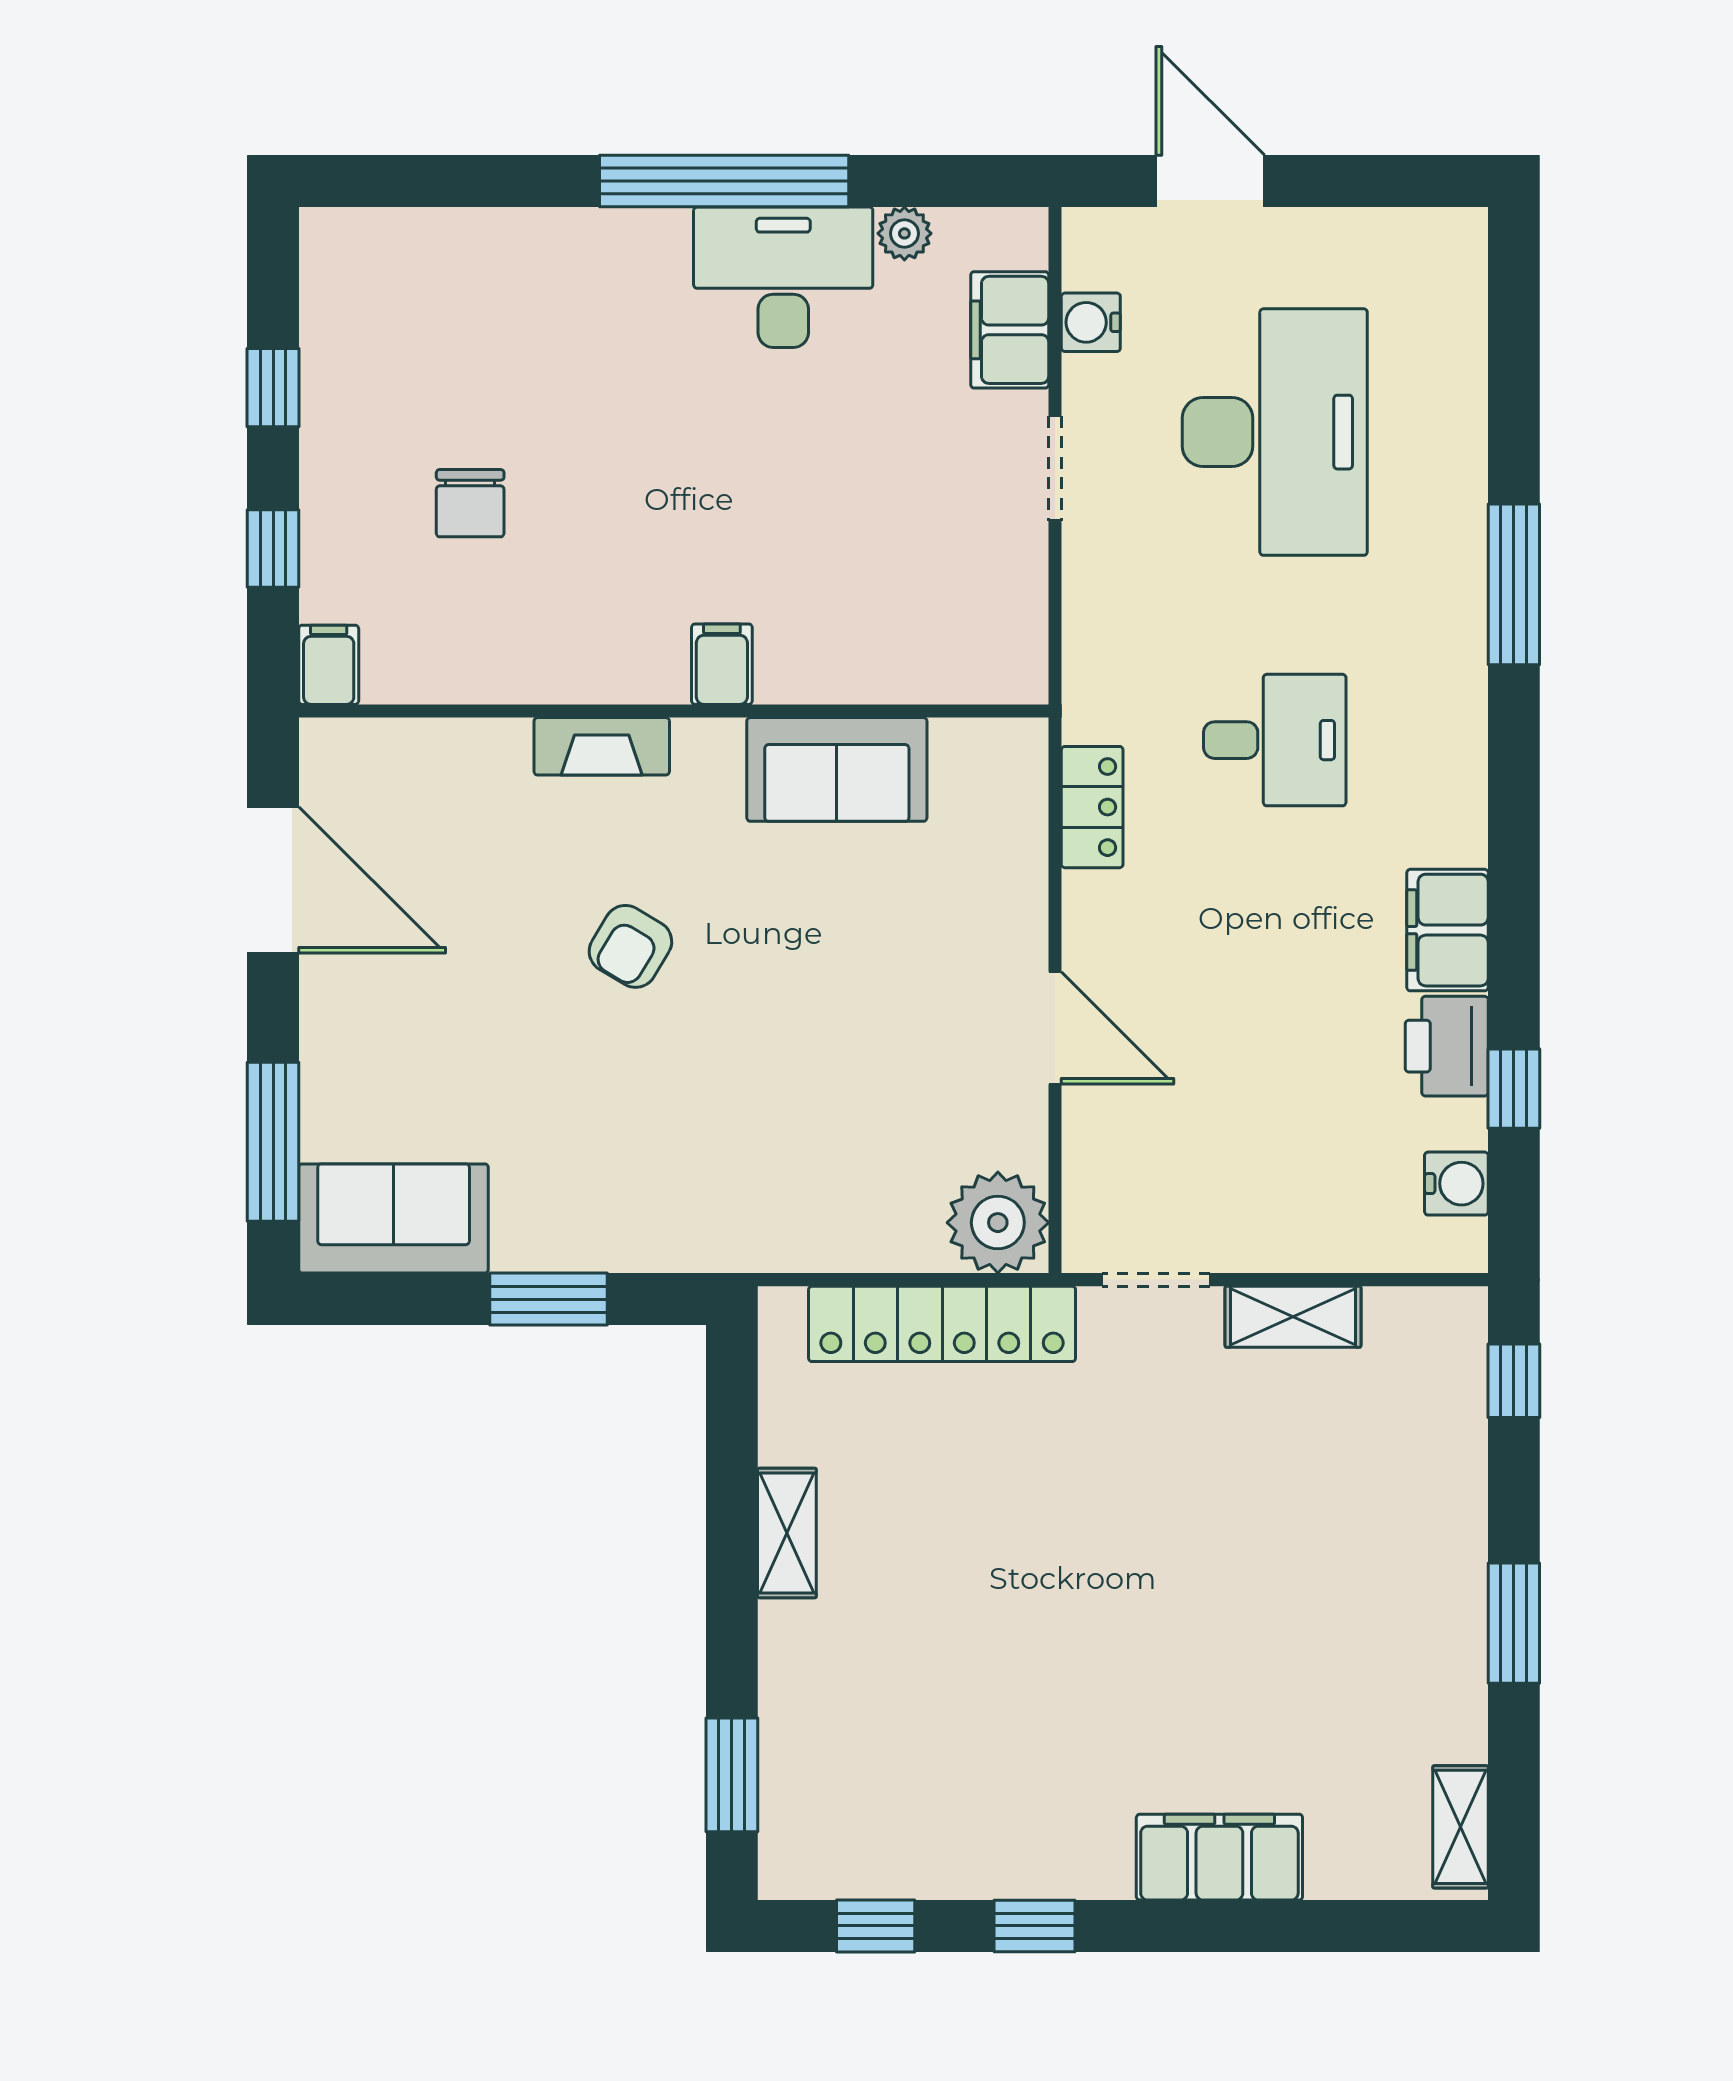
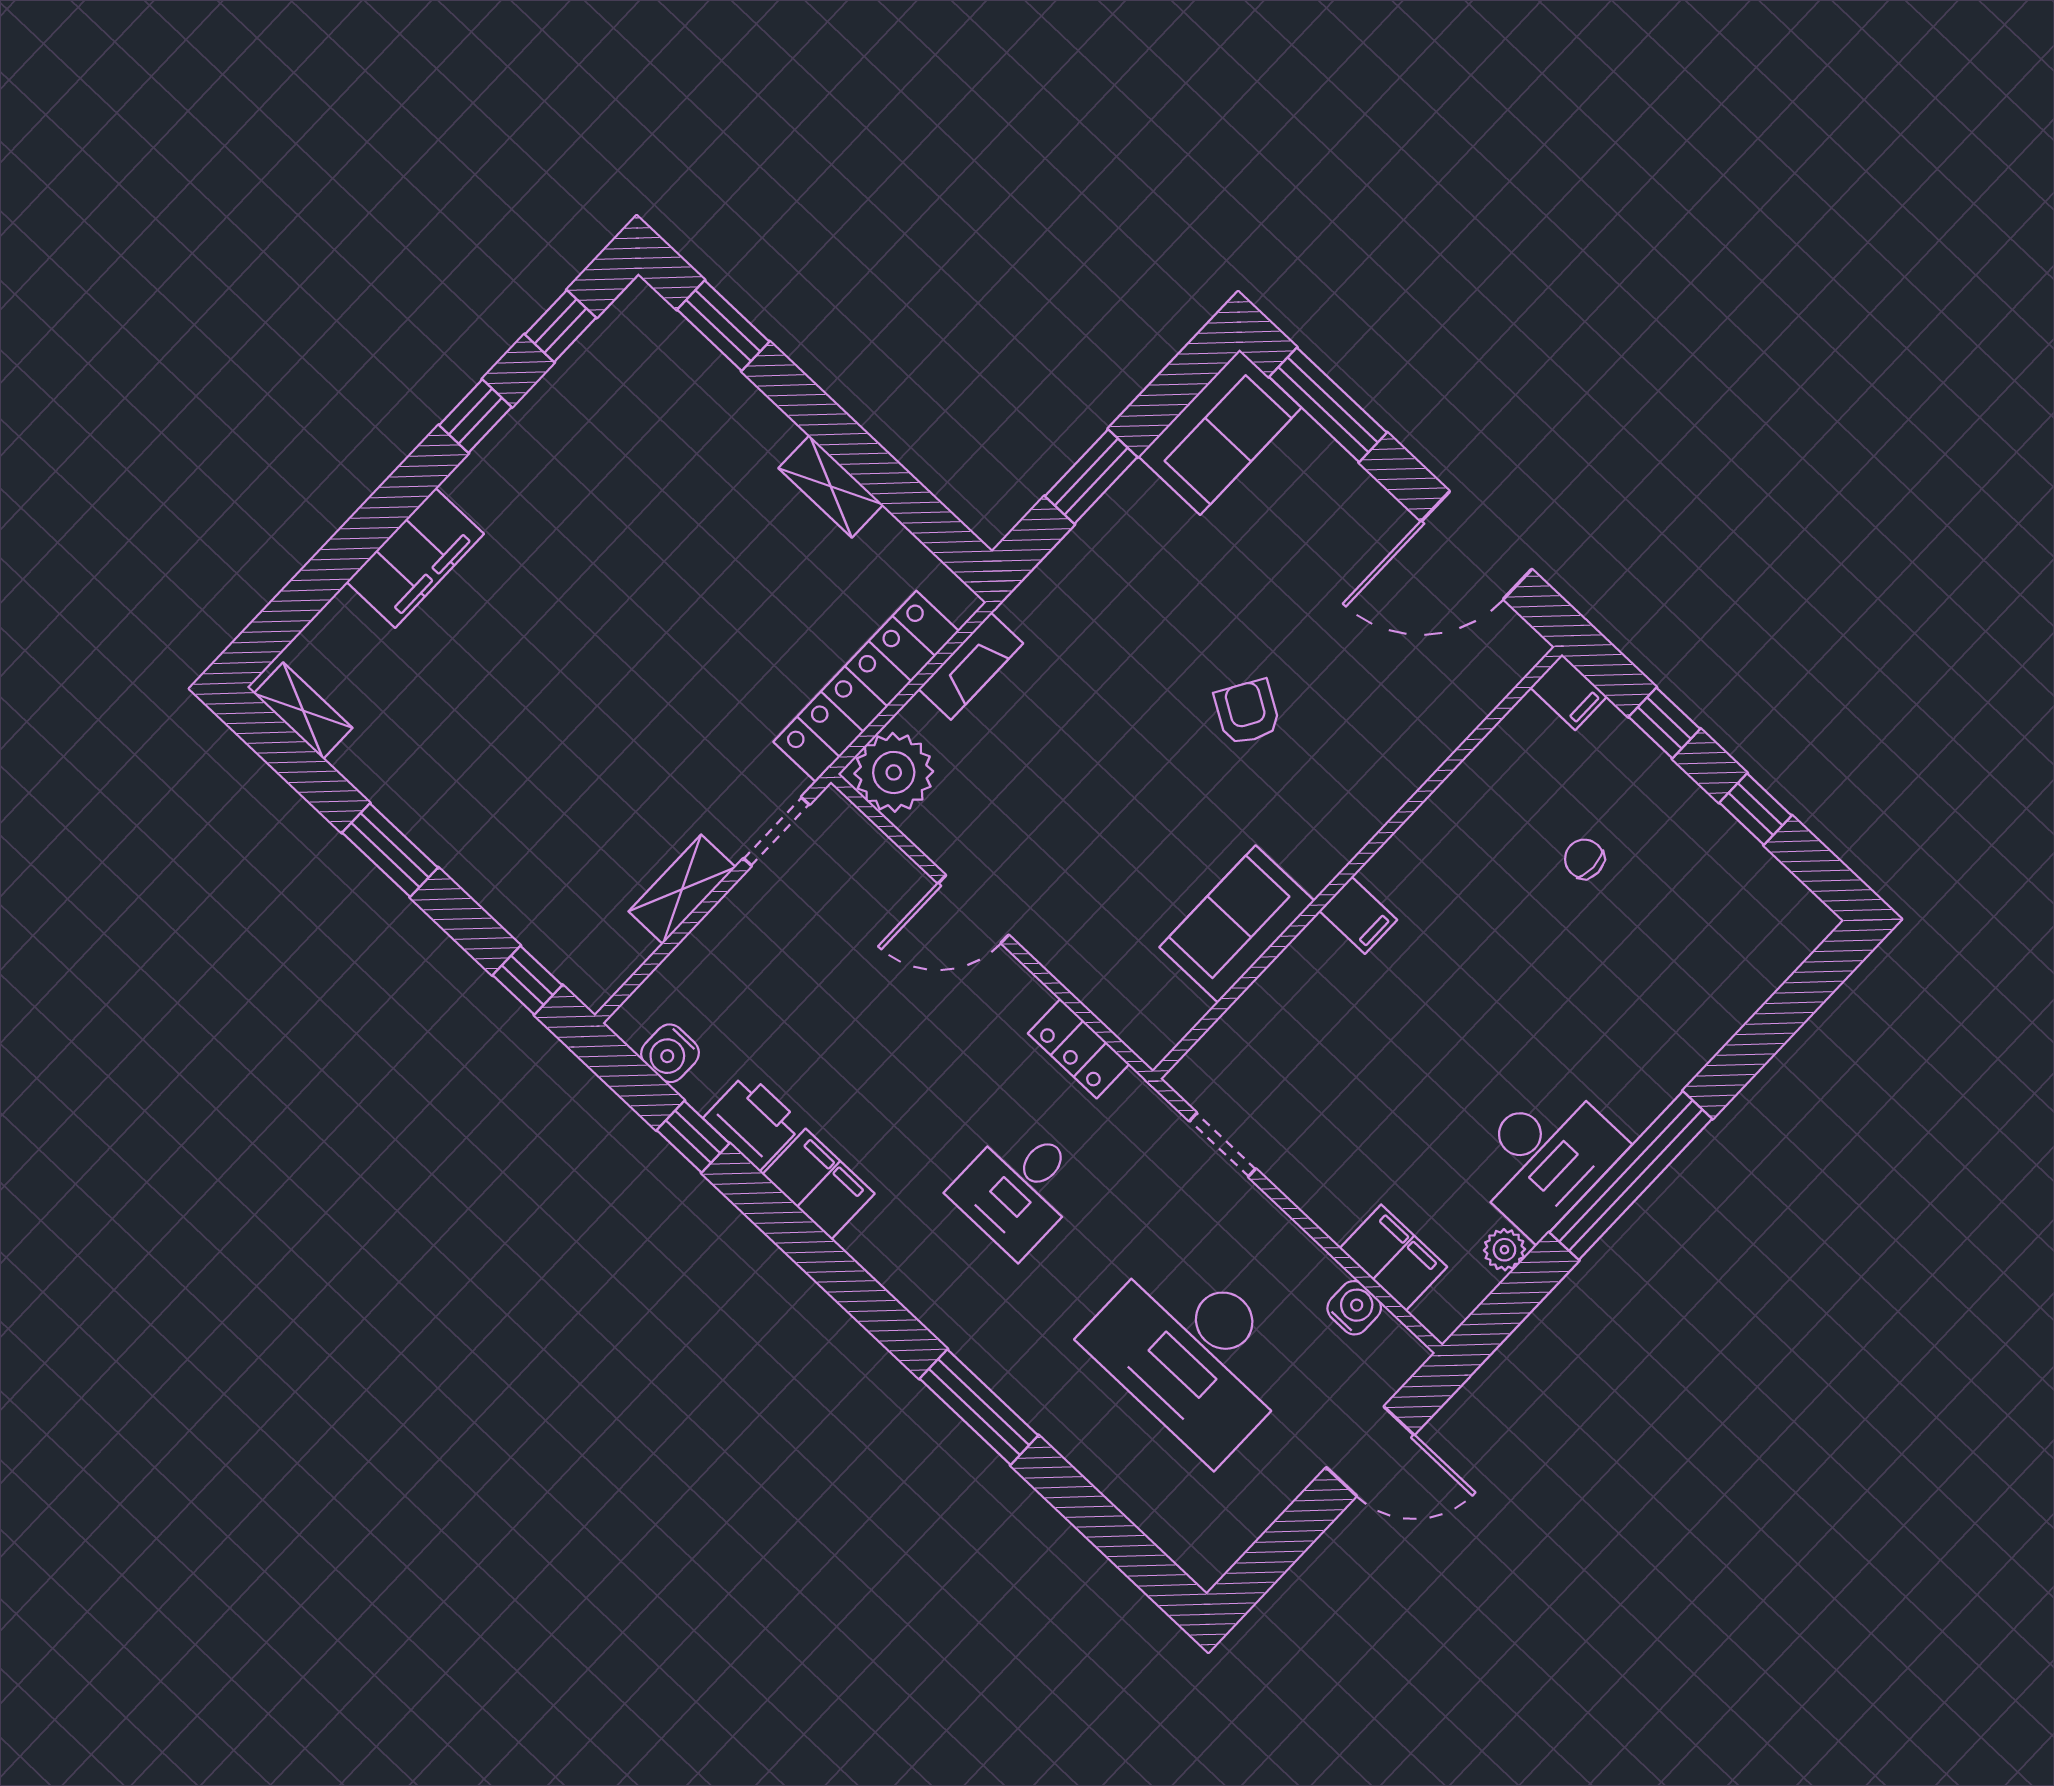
doorway: (1055, 468) -> (1223, 1145), moved
chair: (470, 503) -> (1584, 859), width x0.73, depth x0.73
fireplace: (602, 746) -> (971, 666), moved, turned 180

